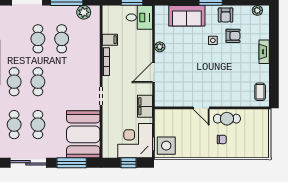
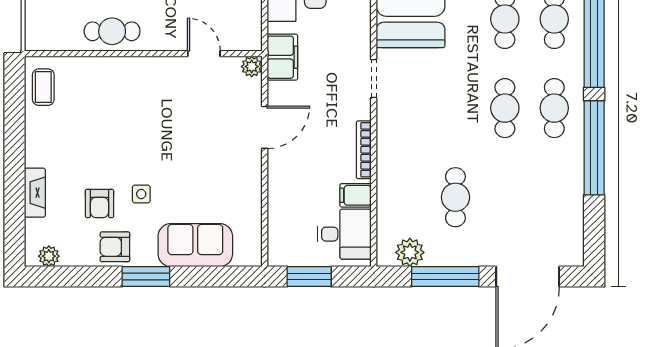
armchair: (226, 15) -> (115, 247), turned -90
desk: (139, 17) -> (344, 234), moved, turned 180
armchair: (233, 36) -> (99, 203), turned -90
cafe table: (38, 39) -> (505, 197), removed
plant: (160, 47) -> (252, 67), moved
fireplace: (264, 52) -> (35, 193), moved
door: (201, 108) -> (204, 54), moved

